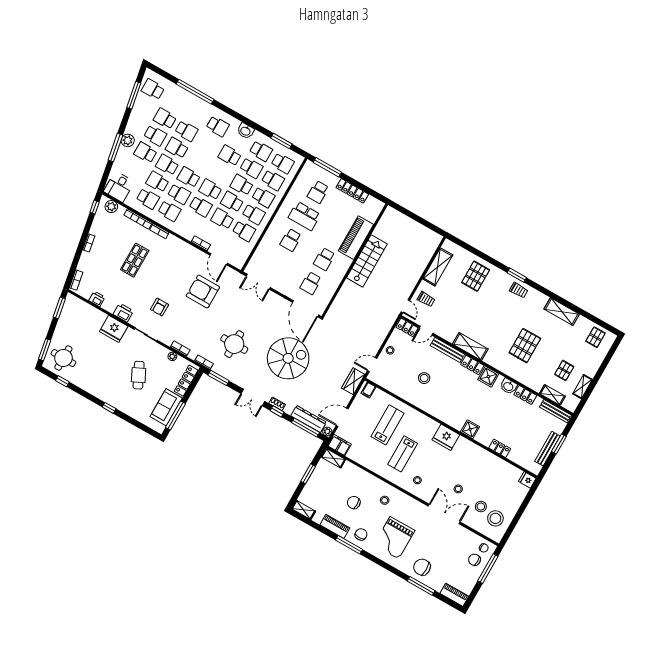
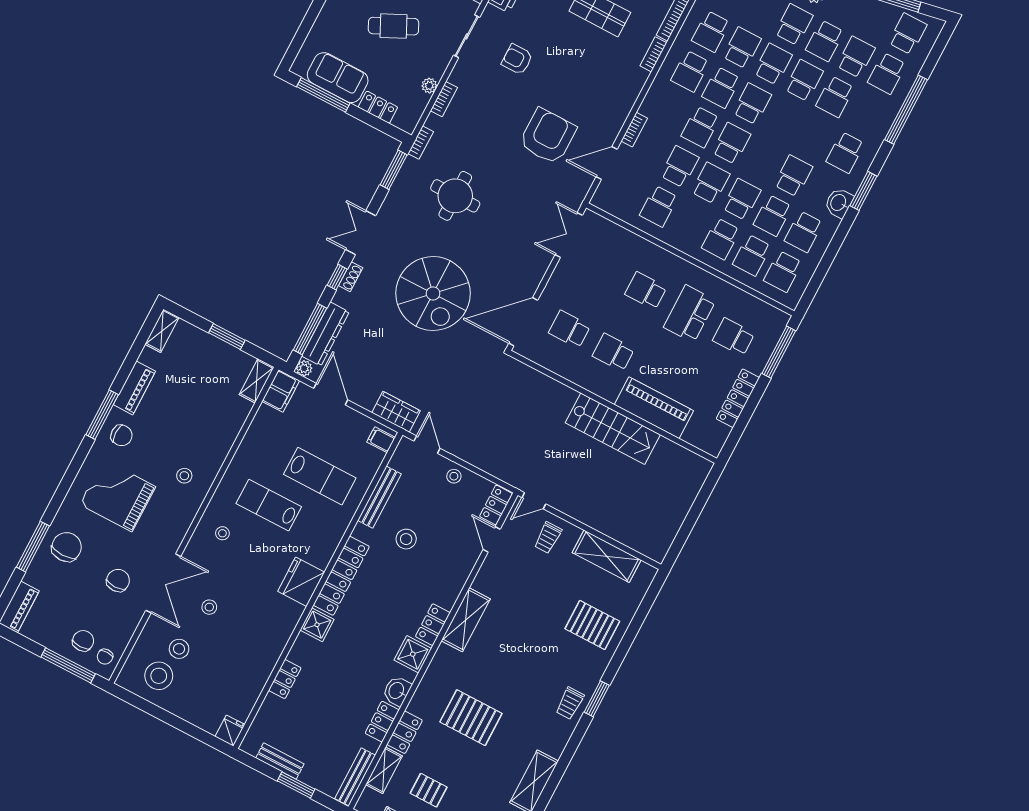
window: (281, 141) -> (863, 191), moved
school desk: (254, 214) -> (887, 73), moved
bench: (447, 350) -> (379, 497), moved
locker: (186, 381) -> (378, 107), width x0.66
locker: (532, 383) -> (405, 732), added
locker: (443, 415) -> (341, 576), added
bench: (547, 449) -> (280, 761), width x0.73
chair: (354, 503) -> (118, 580), moved

